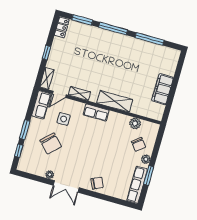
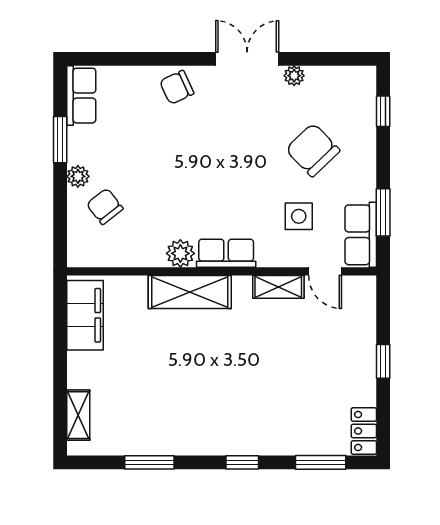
window: (113, 29) -> (242, 462), width x0.46
window: (150, 39) -> (149, 462), width x0.69
shelving: (47, 78) -> (78, 415), moved
filing cabinet: (163, 89) -> (85, 315), moved
door: (59, 94) -> (325, 271), swing flipped
plant: (135, 123) -> (180, 253), moved
window: (25, 130) -> (383, 212), moved
row of seats: (137, 185) -> (81, 96), width x0.68

